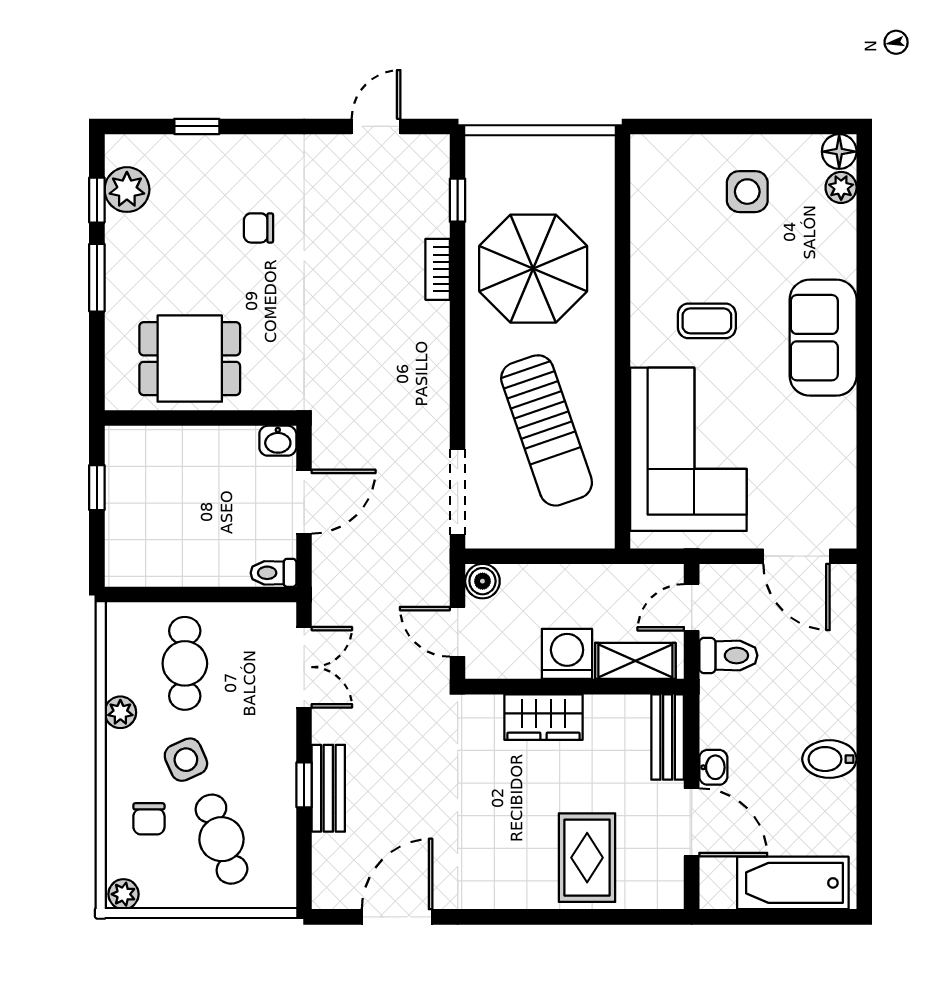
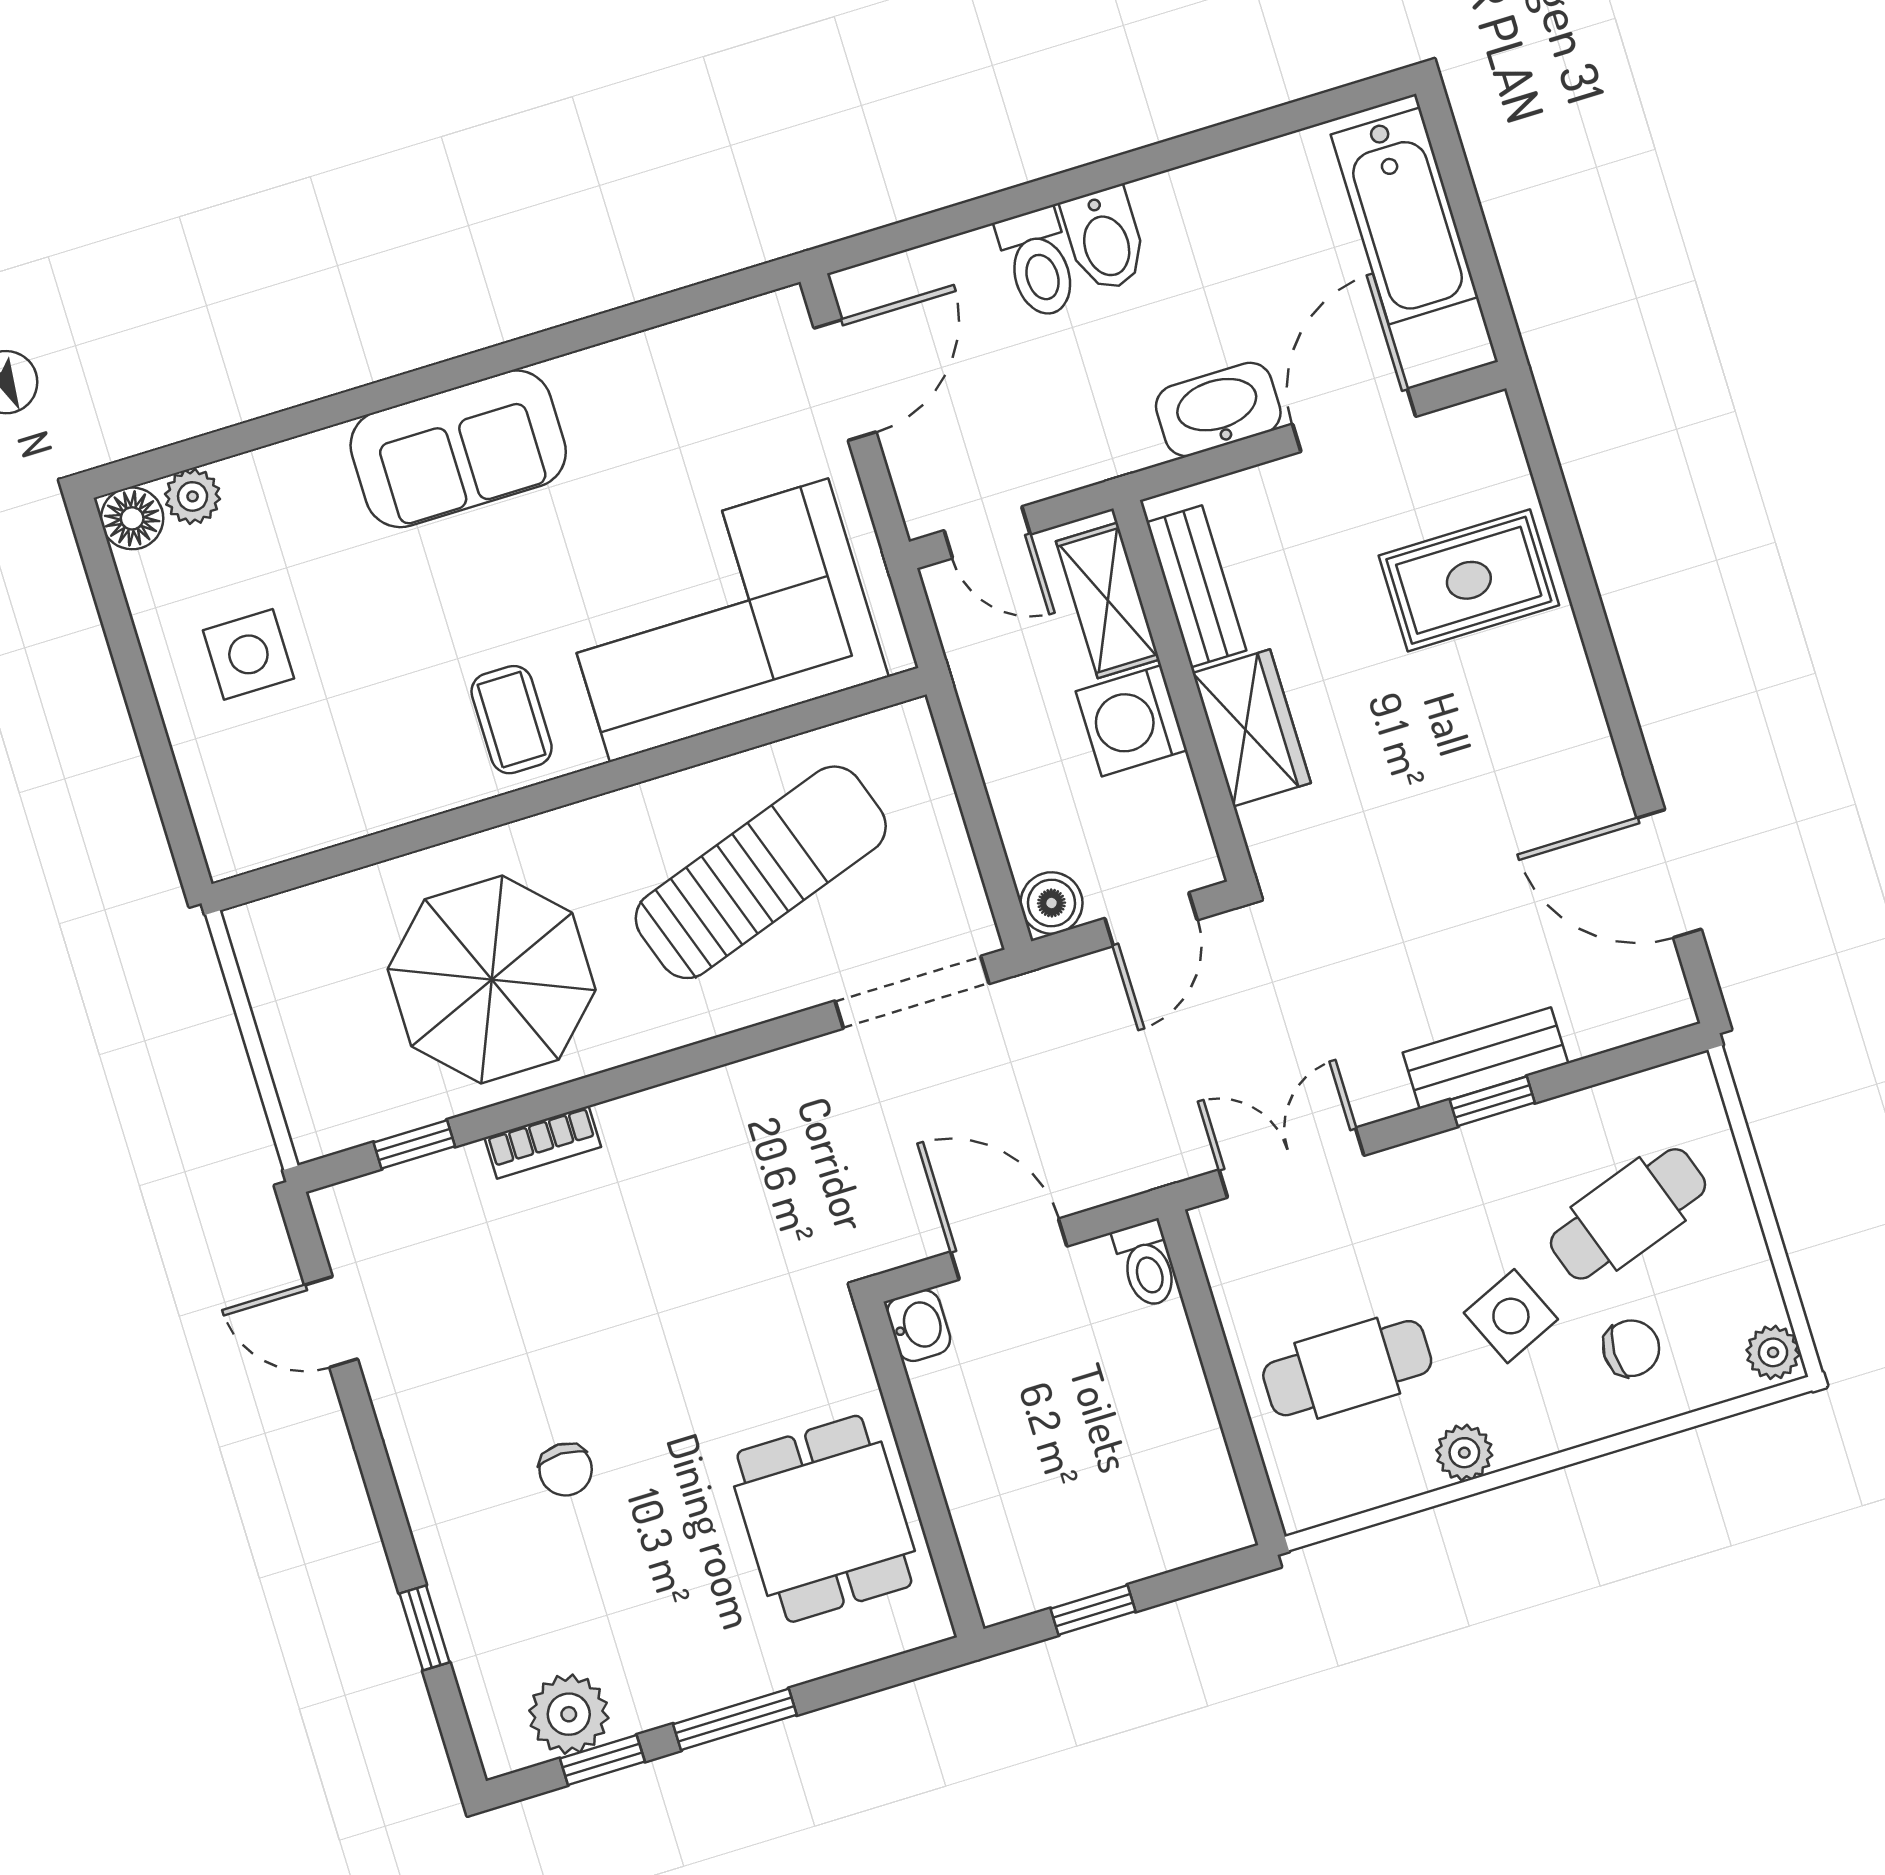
coffee table: (707, 321) -> (512, 720), moved
toilet: (728, 655) -> (1038, 263), moved, turned 180
bench: (668, 737) -> (1196, 586), moved, turned 90
bidet: (829, 759) -> (1105, 239), moved
washbasin: (713, 767) -> (1218, 409), width x1.91, depth x1.45

